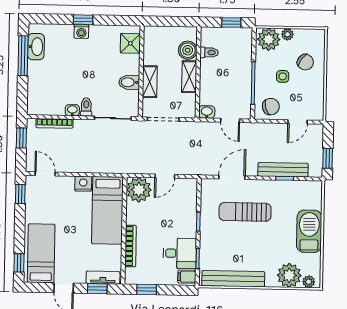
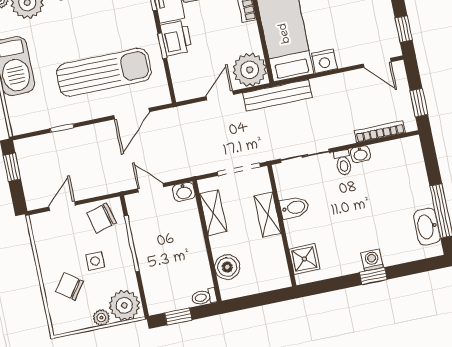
toilet: (209, 52) -> (204, 297), moved
shelving: (189, 77) -> (213, 213), moved
bench: (283, 170) -> (278, 95), moved
sun lounger: (245, 212) -> (104, 72), width x1.36, depth x1.34
printer: (187, 225) -> (176, 38), added

